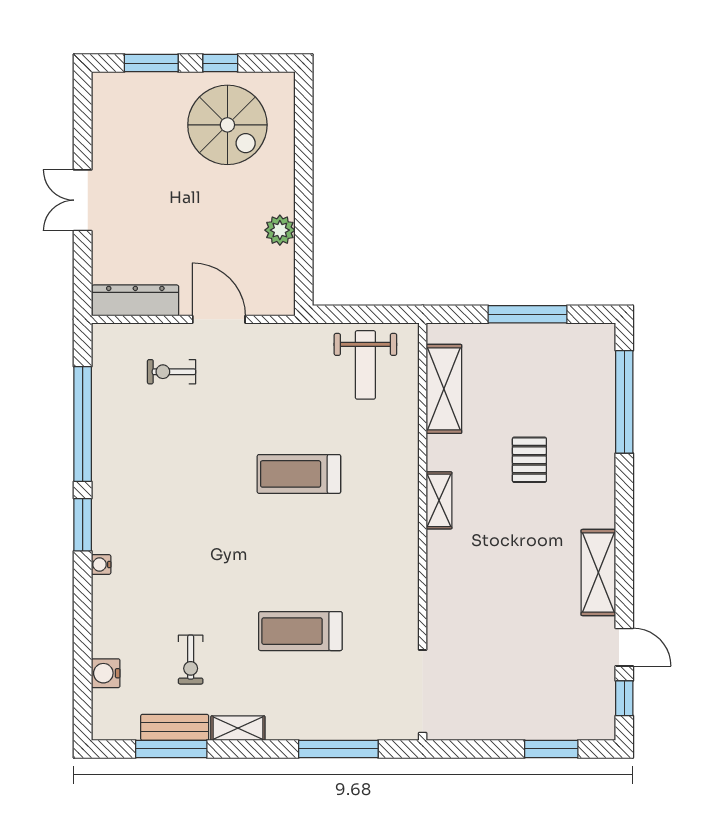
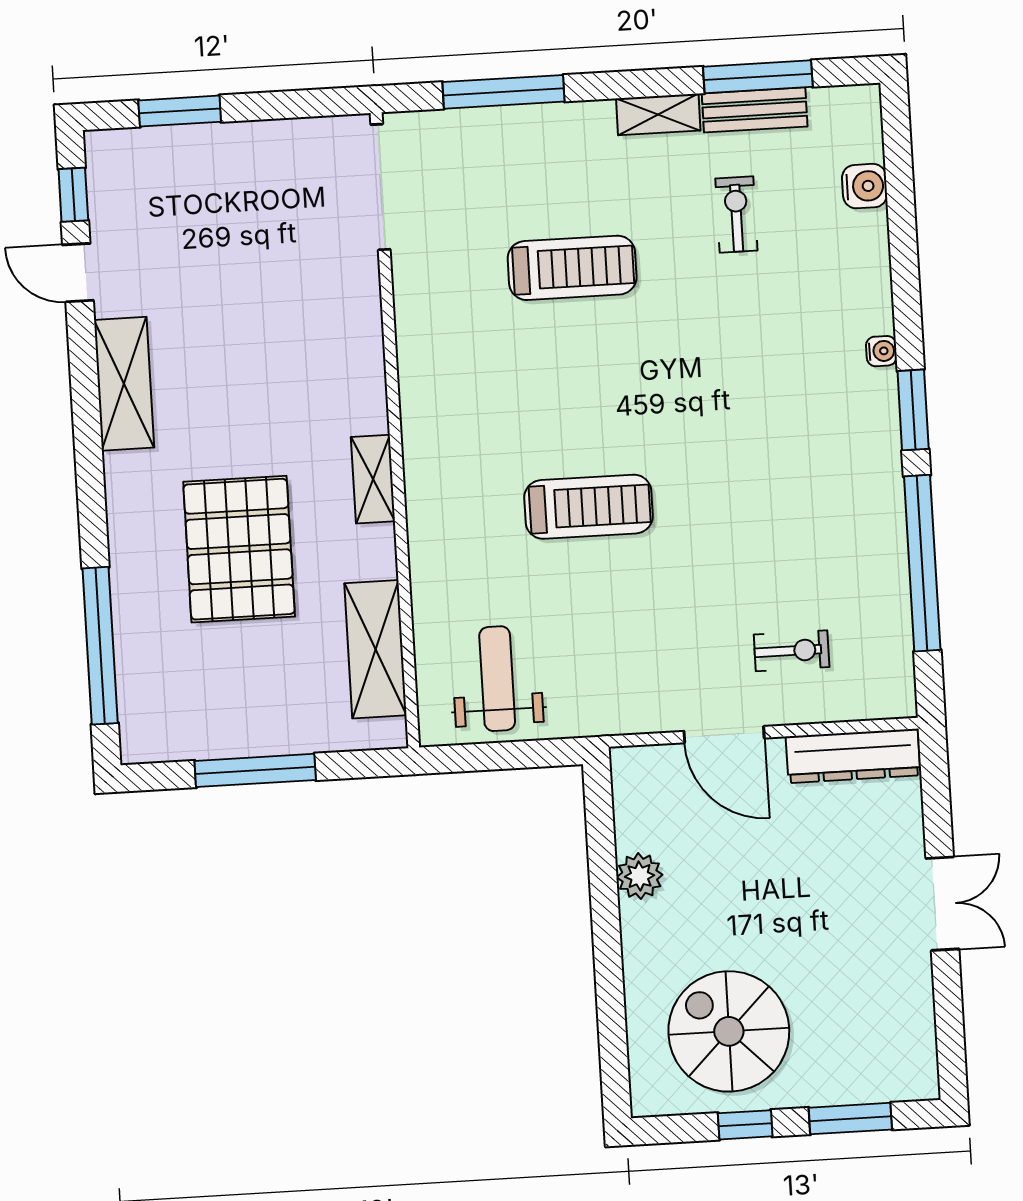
pallet: (529, 460) -> (239, 549), width x2.05, depth x2.00

